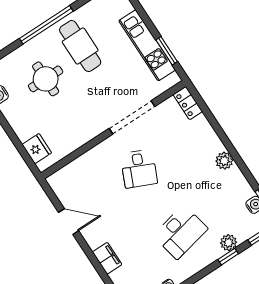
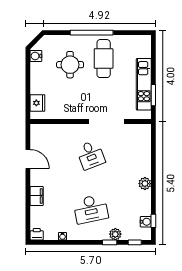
locker: (188, 103) -> (146, 135), removed
desk: (139, 169) -> (91, 155), turned -45

